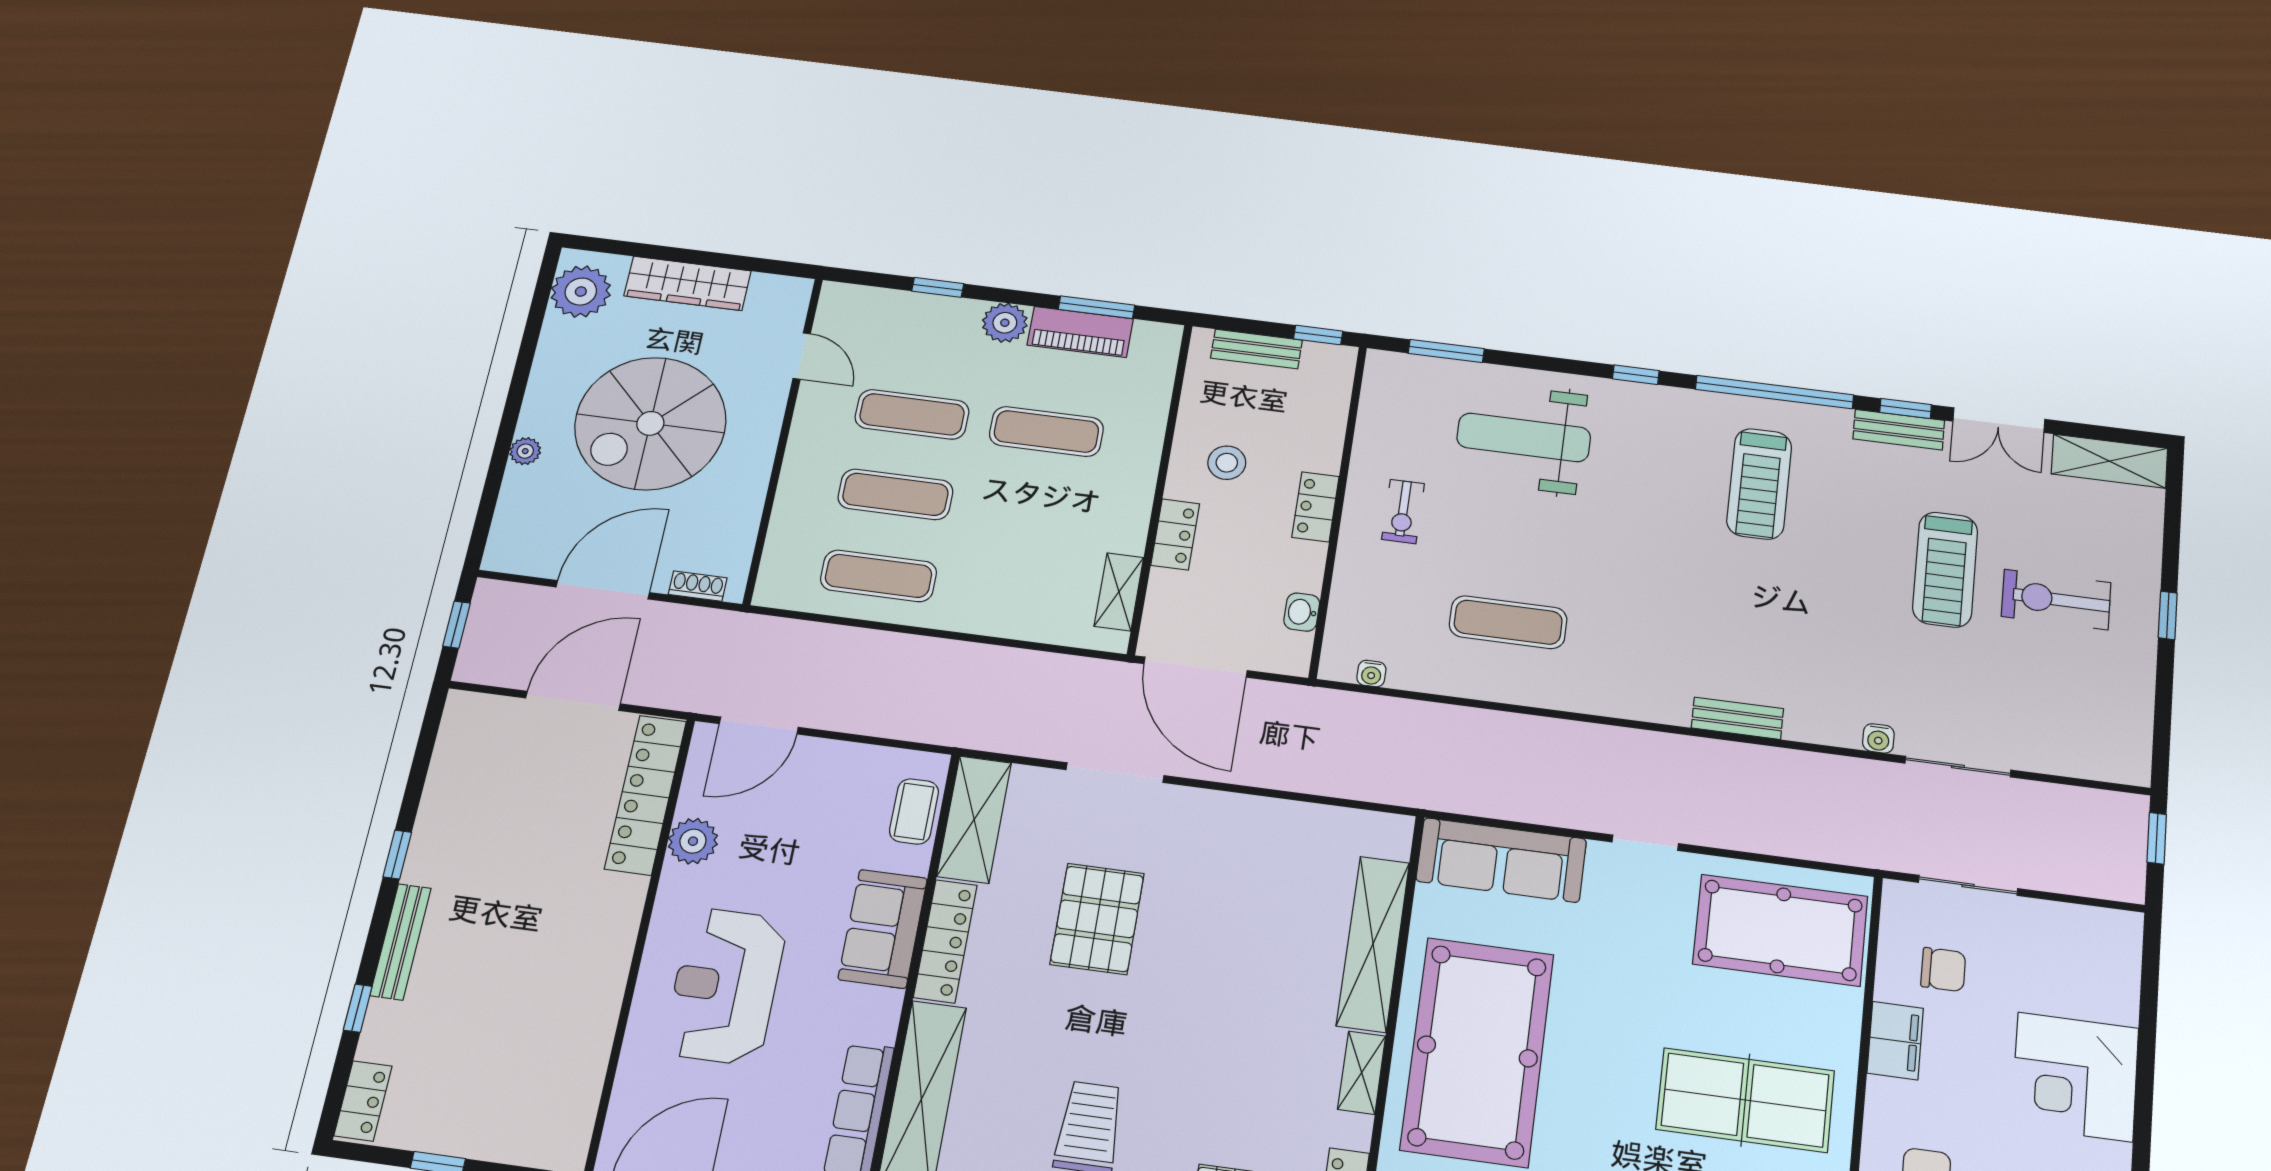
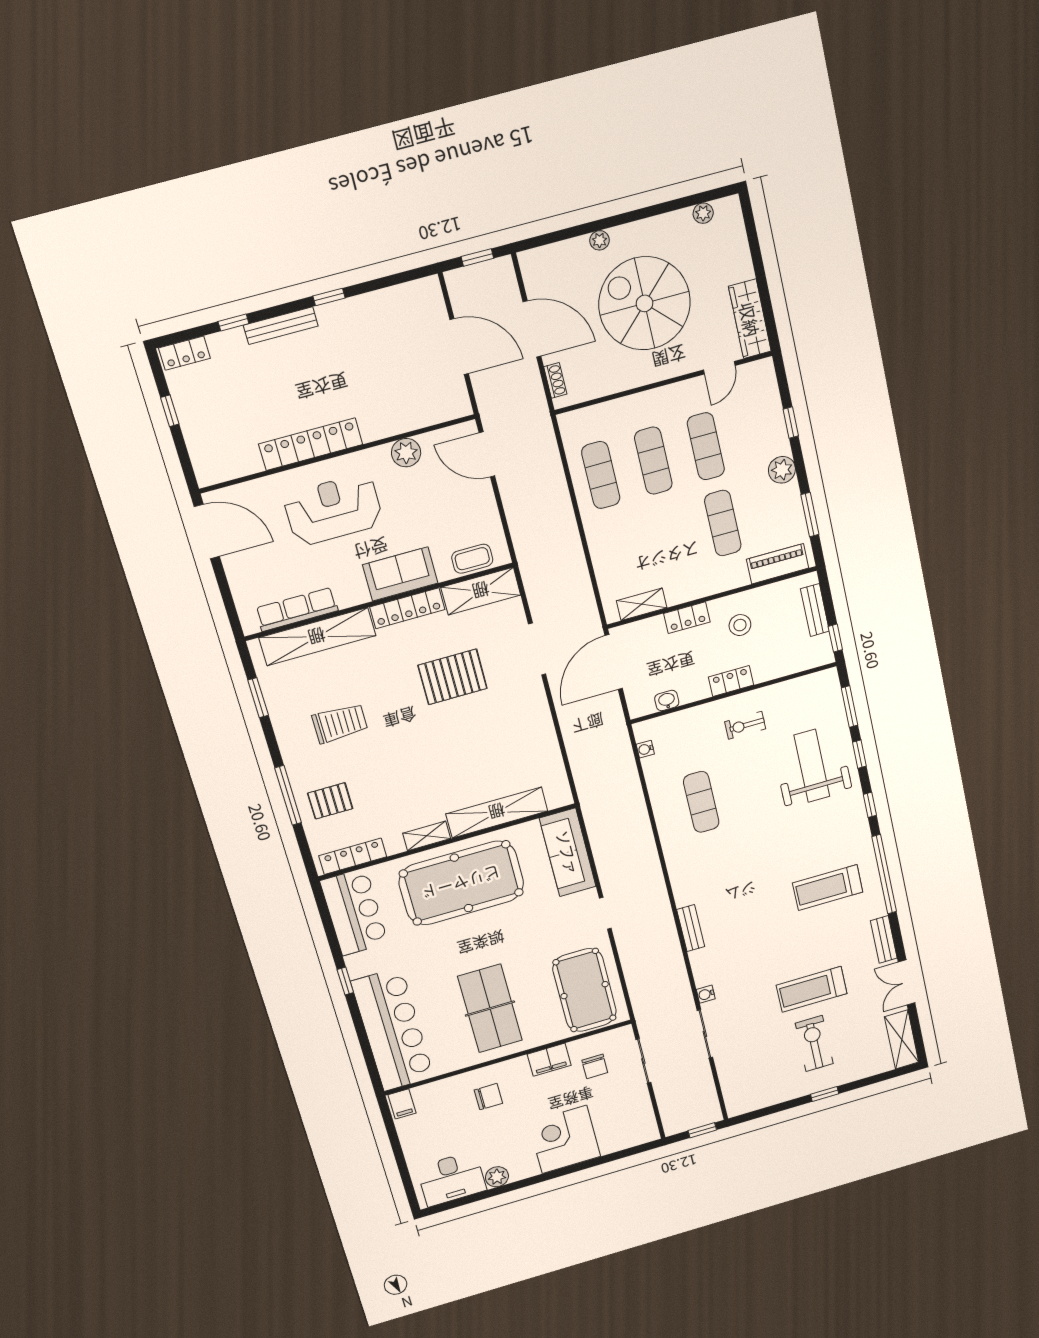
wardrobe: (688, 283) -> (750, 319), moved
plant: (581, 292) -> (703, 213), width x0.53, depth x0.53
piano: (1080, 332) -> (778, 564), moved, turned 90
window: (1906, 408) -> (859, 754), moved
locker: (646, 795) -> (311, 444), moved

